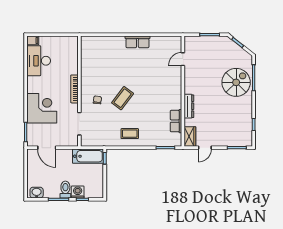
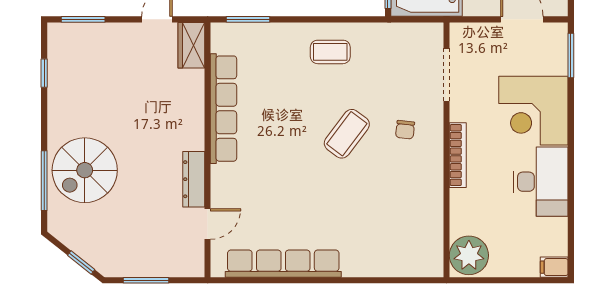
row of seats: (137, 42) -> (283, 264), width x2.02
plant: (70, 45) -> (469, 255), added
desk: (39, 61) -> (541, 182), moved
dresser: (189, 106) -> (194, 179), moved
row of seats: (176, 121) -> (223, 109), width x2.02

